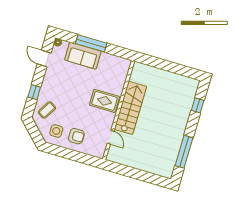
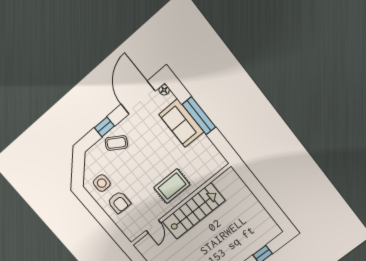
door: (44, 58) -> (138, 98), width x1.88
rug: (105, 101) -> (172, 186), turned 90
coffee table: (47, 110) -> (116, 143), moved

